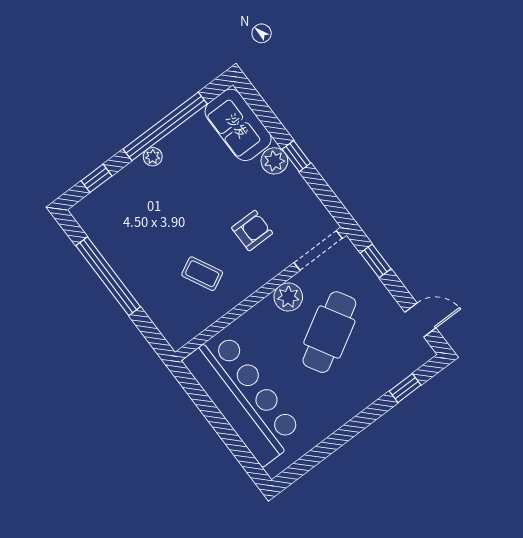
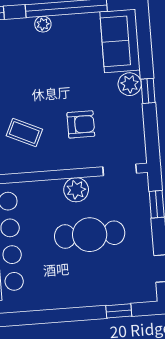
doorway: (318, 251) -> (120, 170), width x0.73
coffee table: (202, 274) -> (24, 133), turned -38
cafe table: (329, 332) -> (90, 235), turned 30

